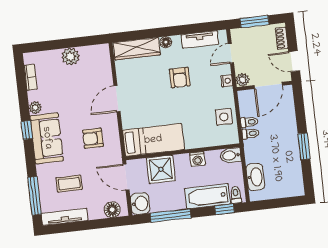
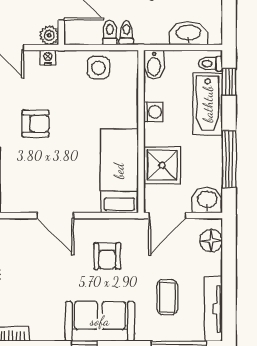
plant: (35, 108) -> (55, 332), removed

